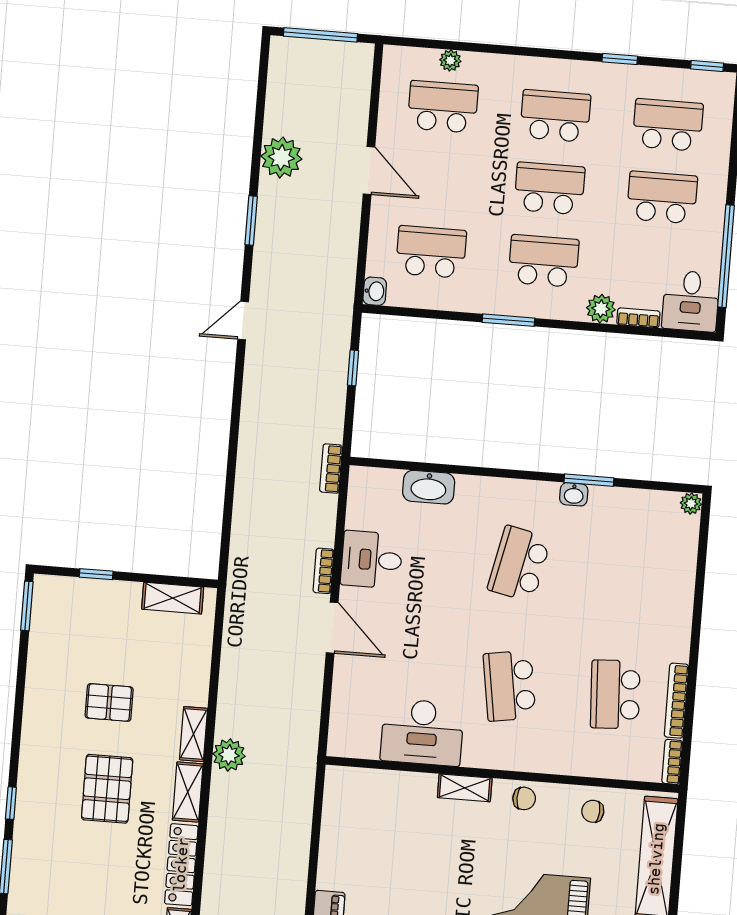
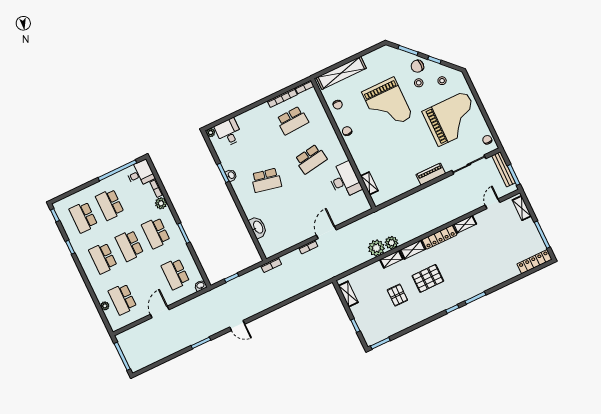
plant: (281, 157) -> (376, 248), moved
desk: (372, 560) -> (229, 132), moved, turned 180
shelving: (465, 788) -> (369, 183), moved

